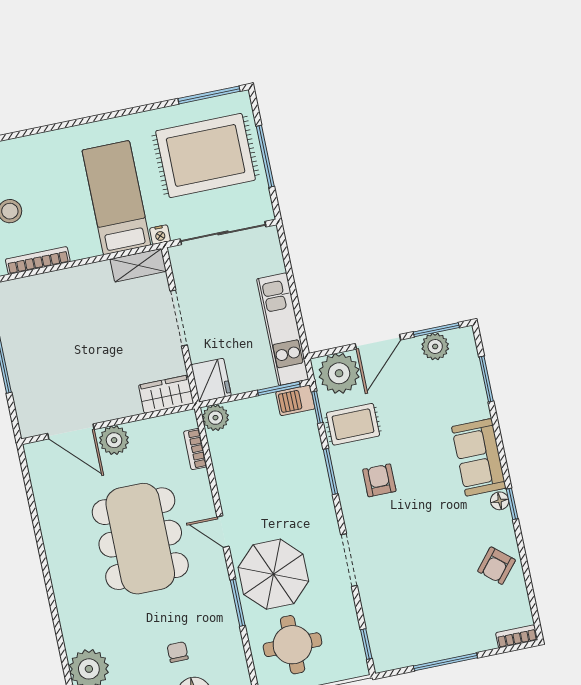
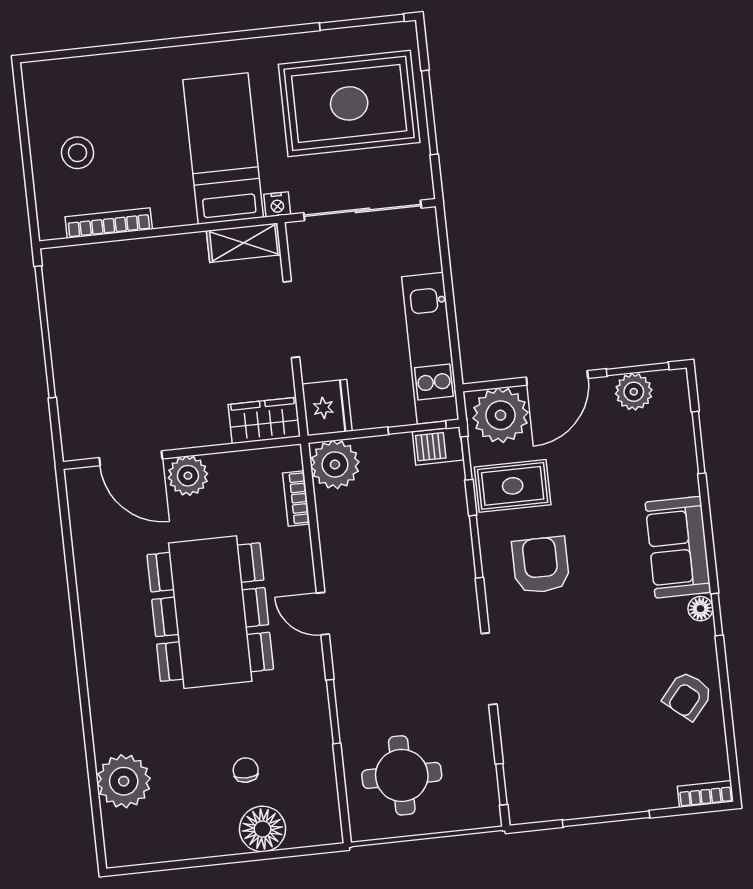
plant: (215, 418) -> (335, 464), width x1.36, depth x1.36
armchair: (379, 480) -> (541, 565), width x1.38, depth x1.38
parasol: (273, 574) -> (385, 678), removed

